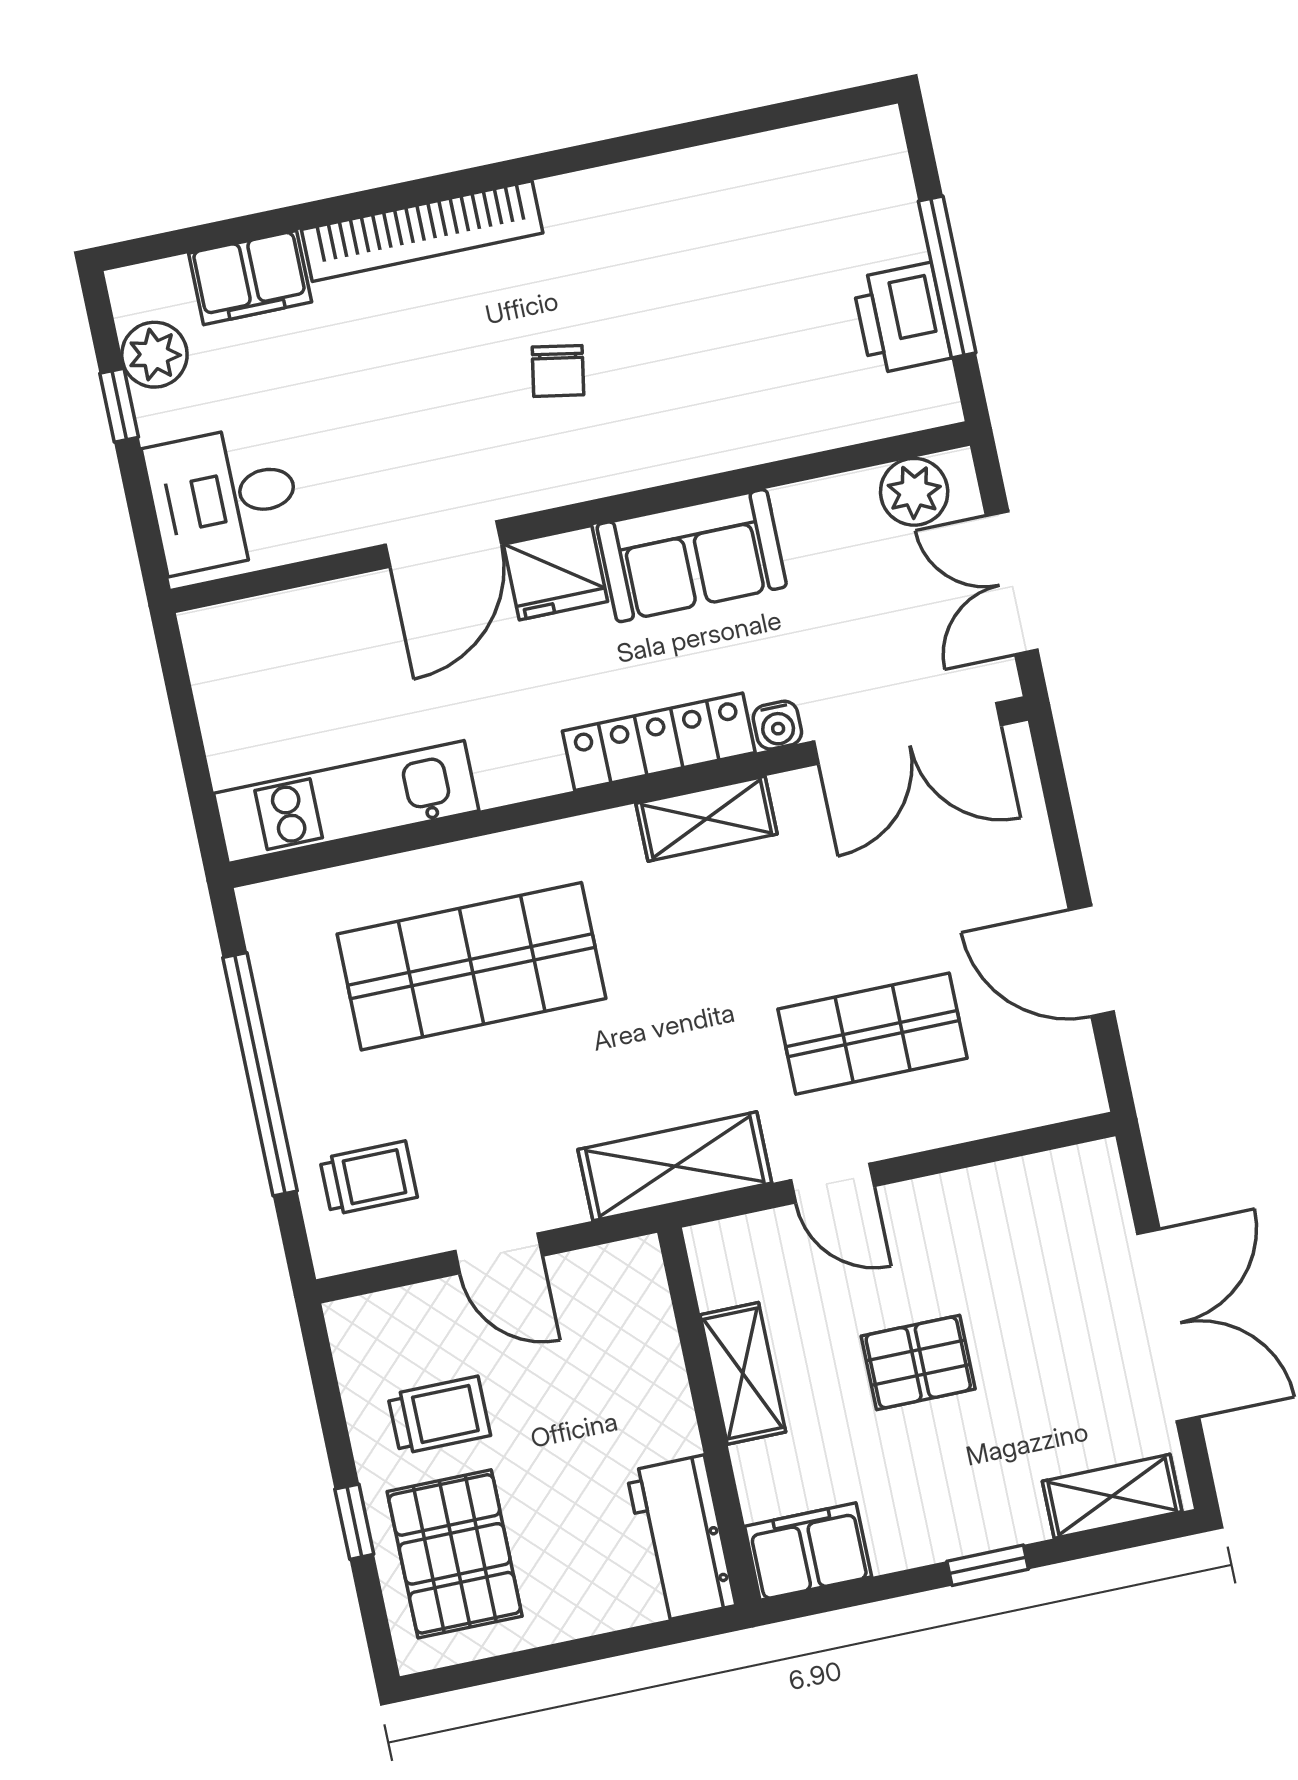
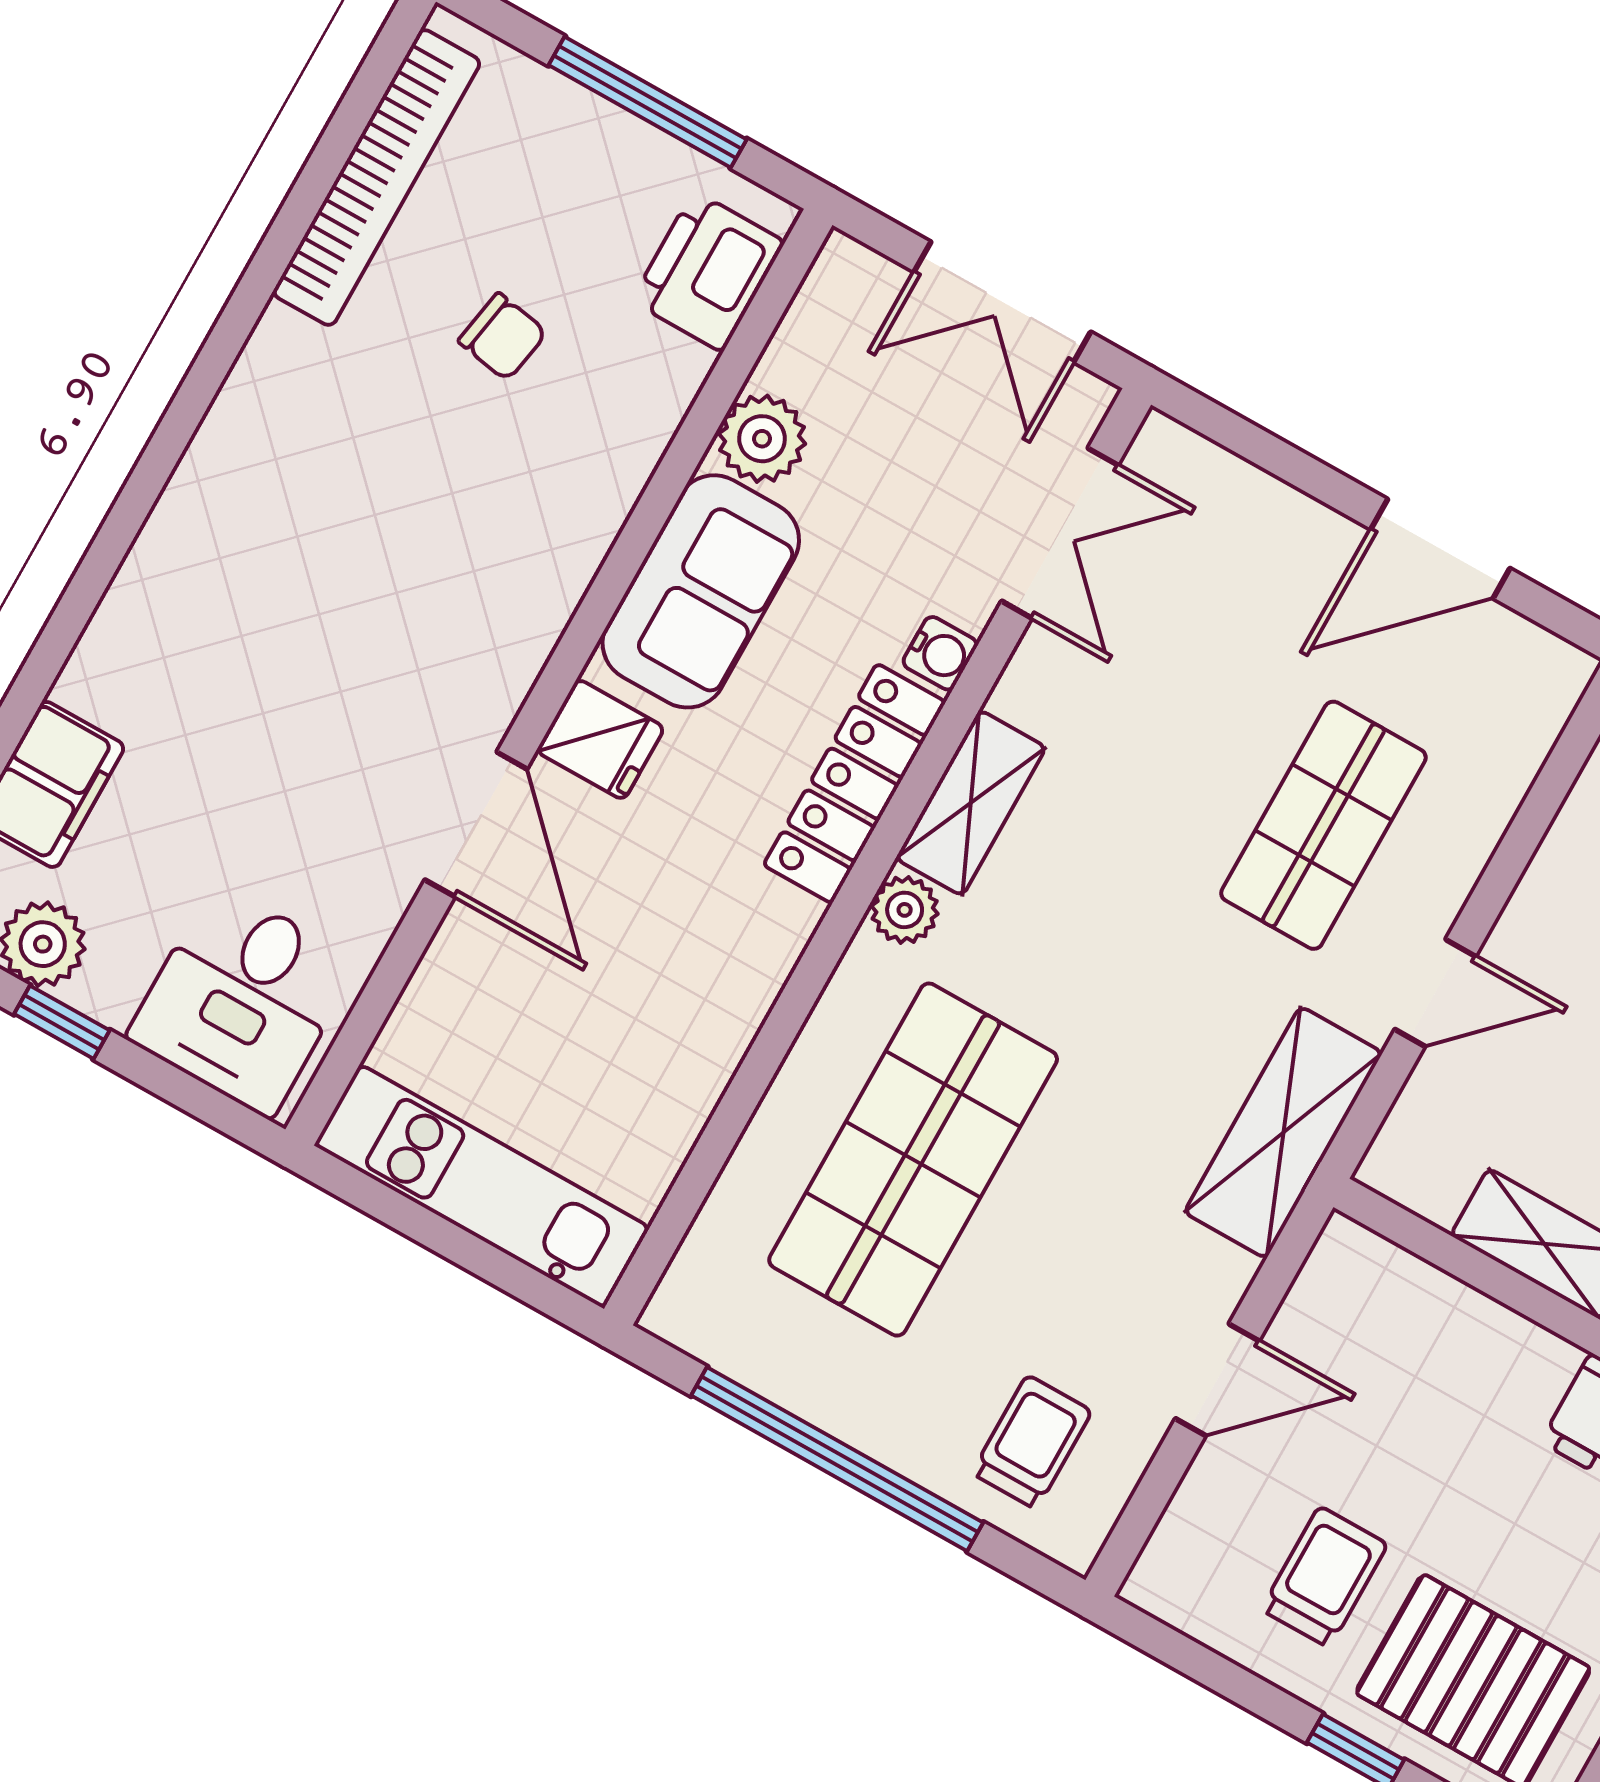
bookcase: (422, 231) -> (377, 177), moved
printer: (902, 318) -> (708, 271), moved, turned 90
chair: (558, 371) -> (503, 337), moved
plant: (914, 492) -> (762, 439), moved
fridge: (555, 573) -> (600, 739), width x0.72
double door: (907, 733) -> (1060, 533), width x0.73
kitchen unit: (346, 802) -> (482, 1186), moved, turned 90
plant: (611, 835) -> (905, 910), added

